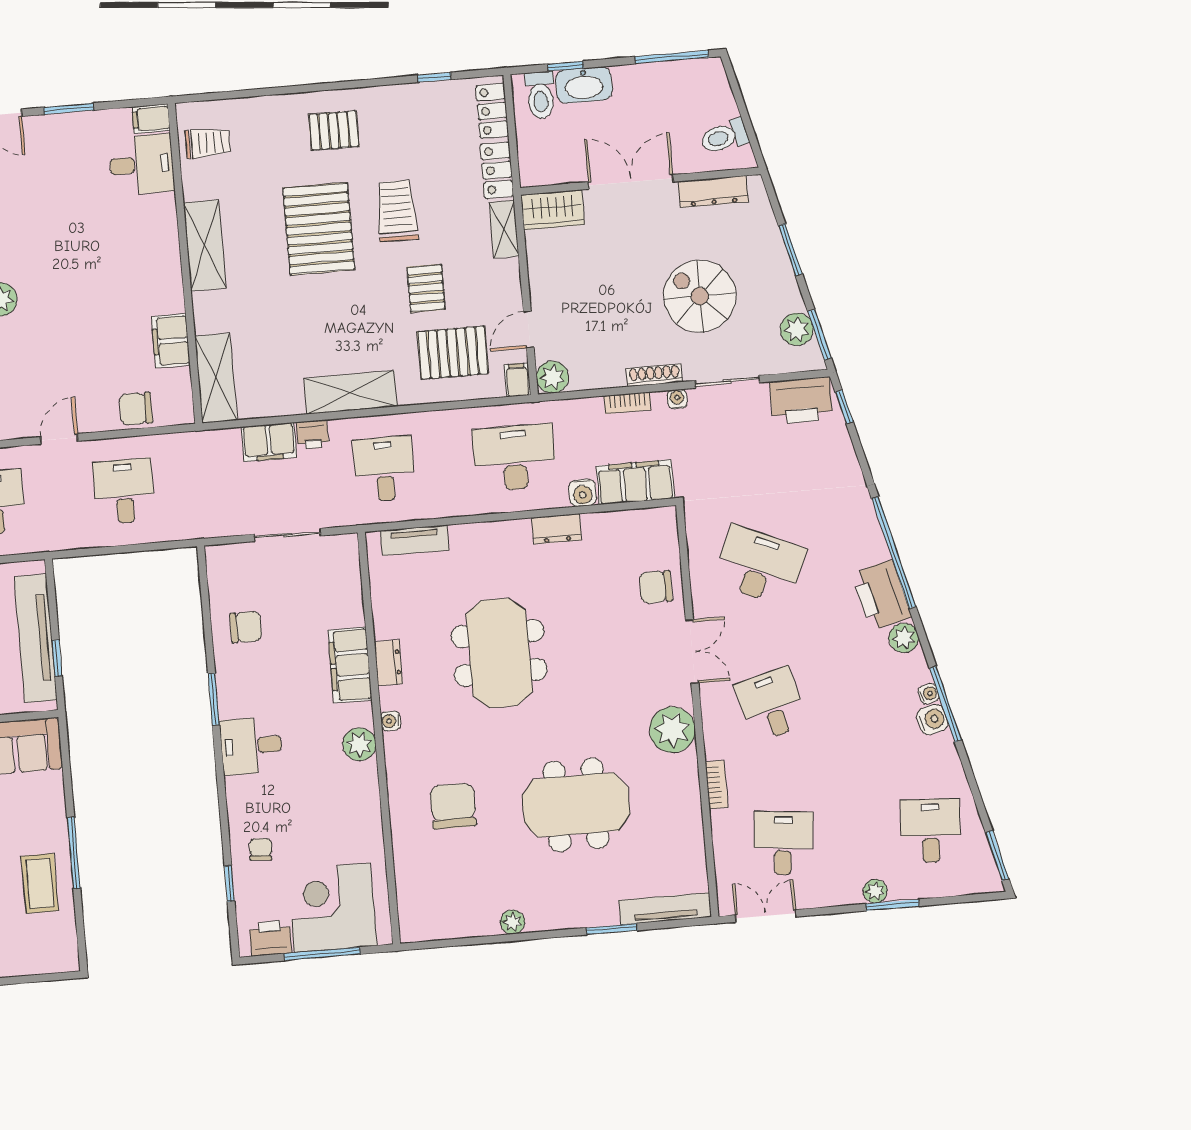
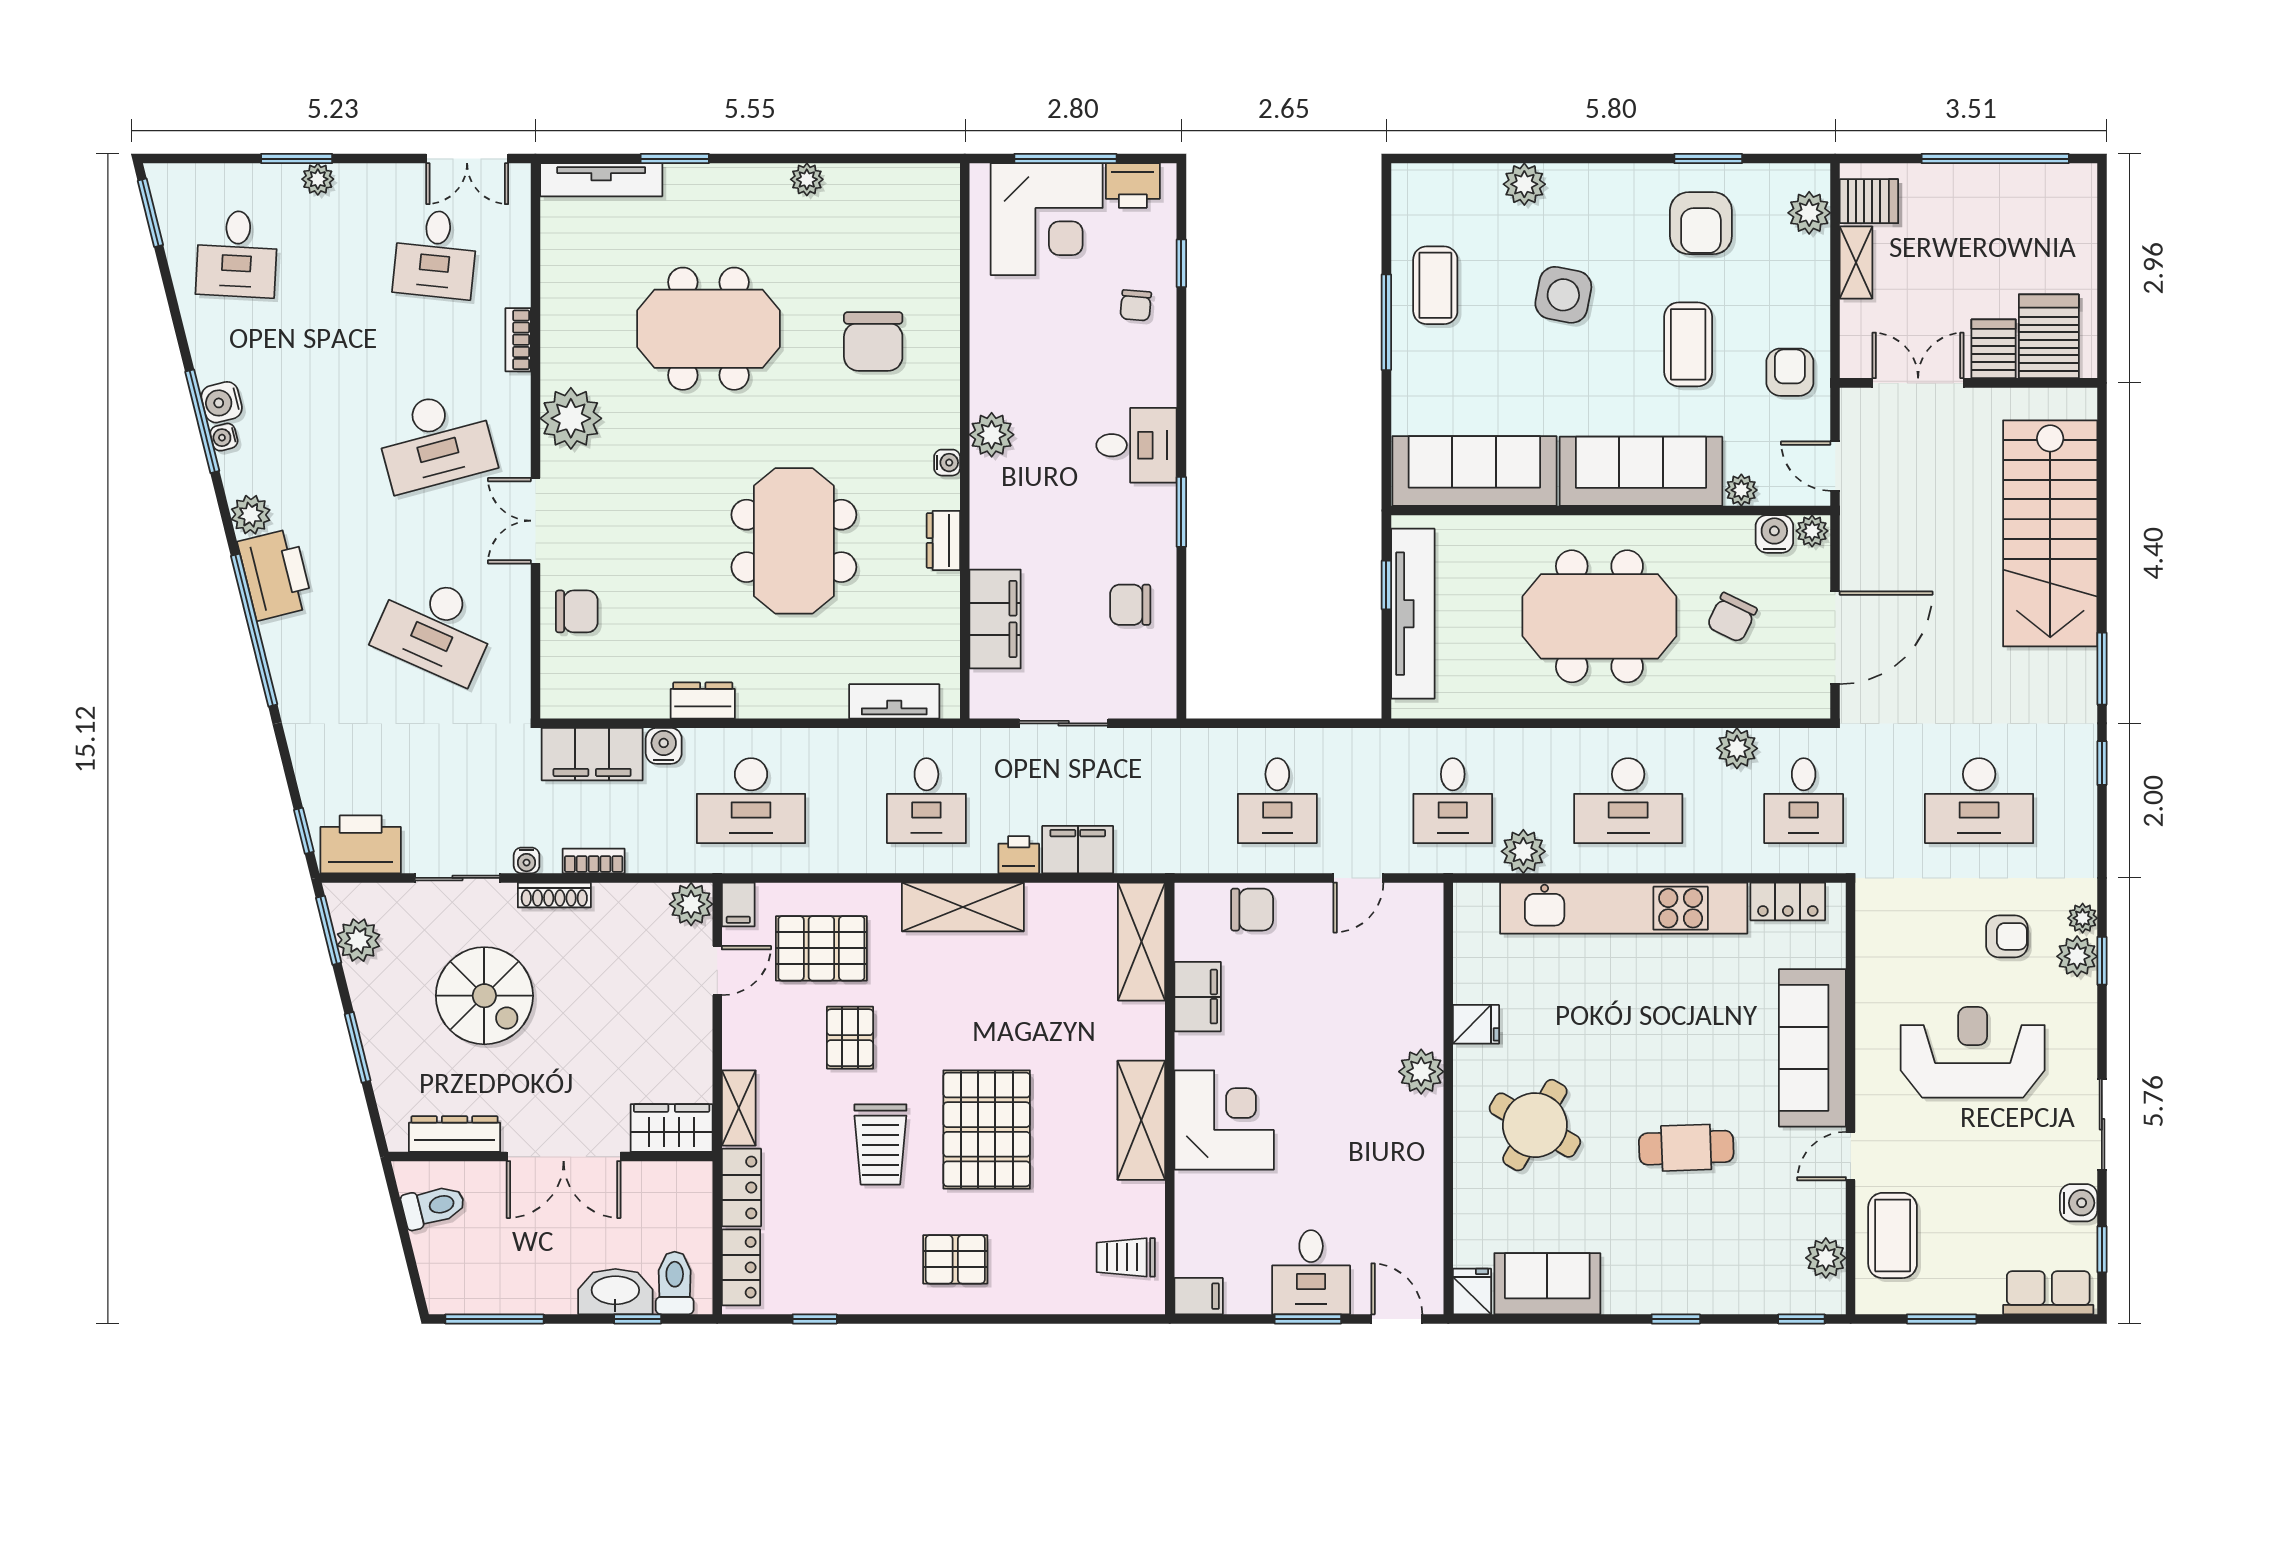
desk: (142, 165) -> (1311, 1272), moved, turned -90
corner desk: (143, 251) -> (1224, 1120), added
filing cabinet: (350, 665) -> (995, 619), moved
desk: (771, 704) -> (435, 441), width x1.37

